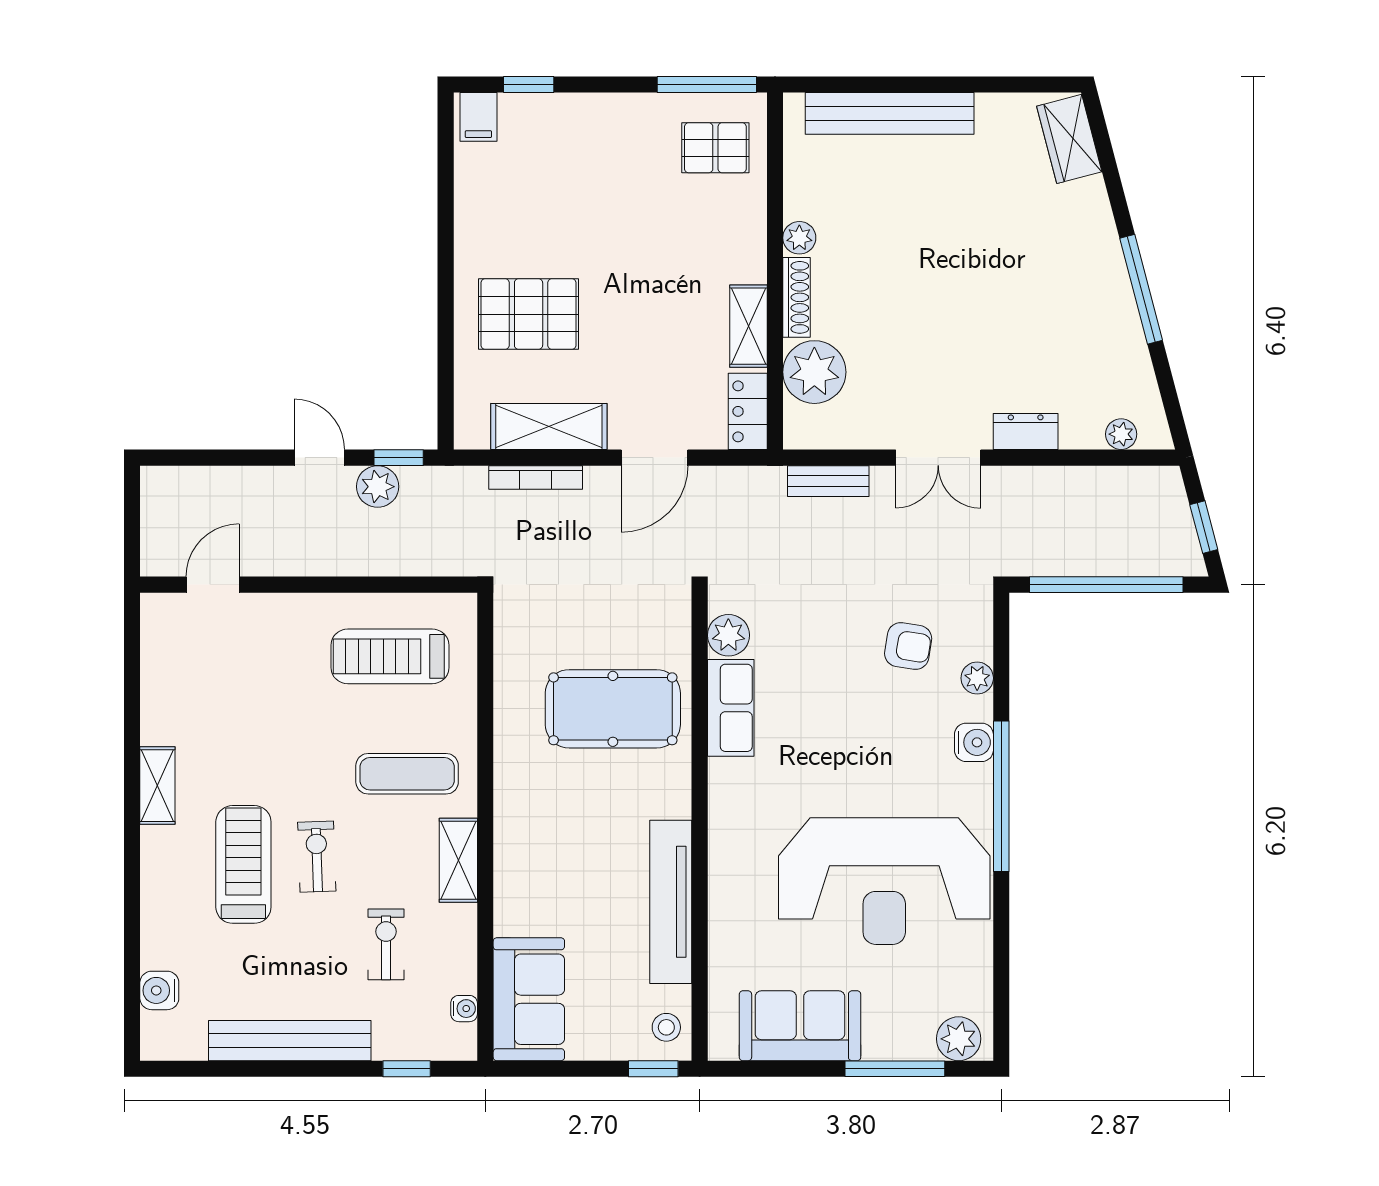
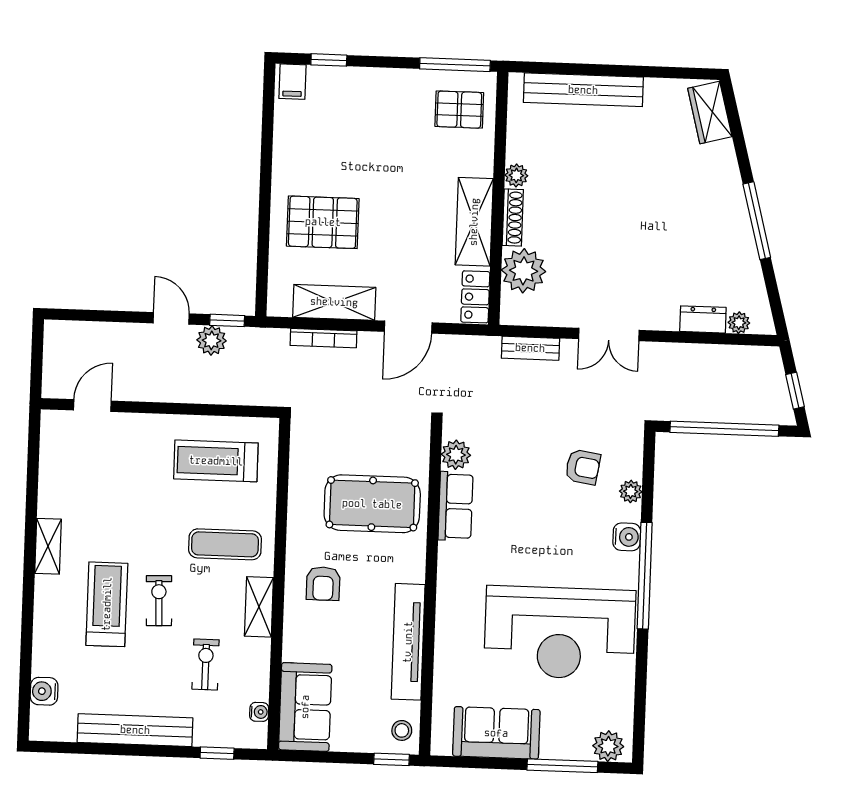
shelving: (749, 326) -> (474, 222), width x1.50, depth x1.33
dresser: (1026, 432) -> (703, 319), moved
armchair: (548, 824) -> (323, 584), added

